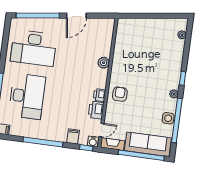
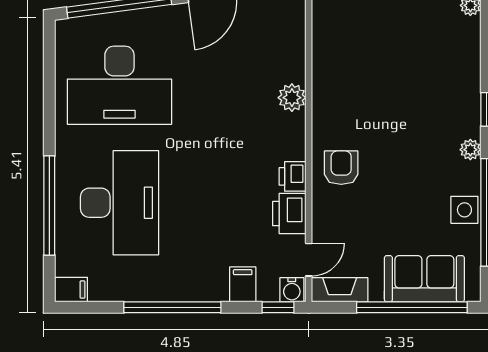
sofa: (148, 144) -> (424, 279), width x0.73

